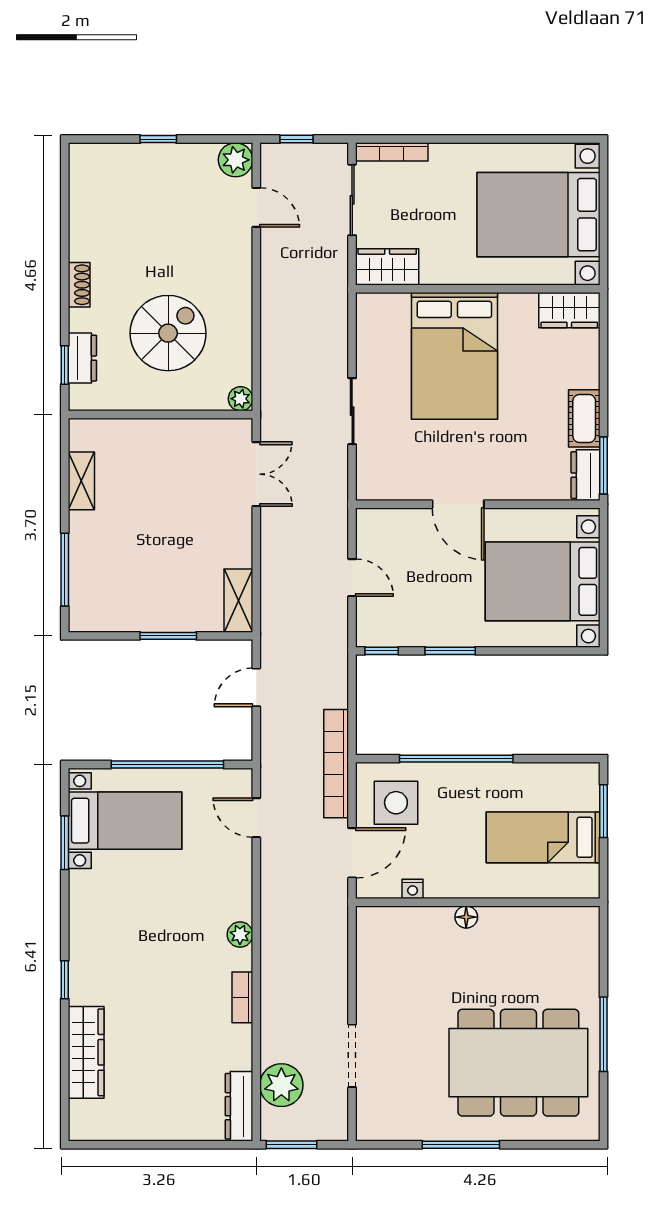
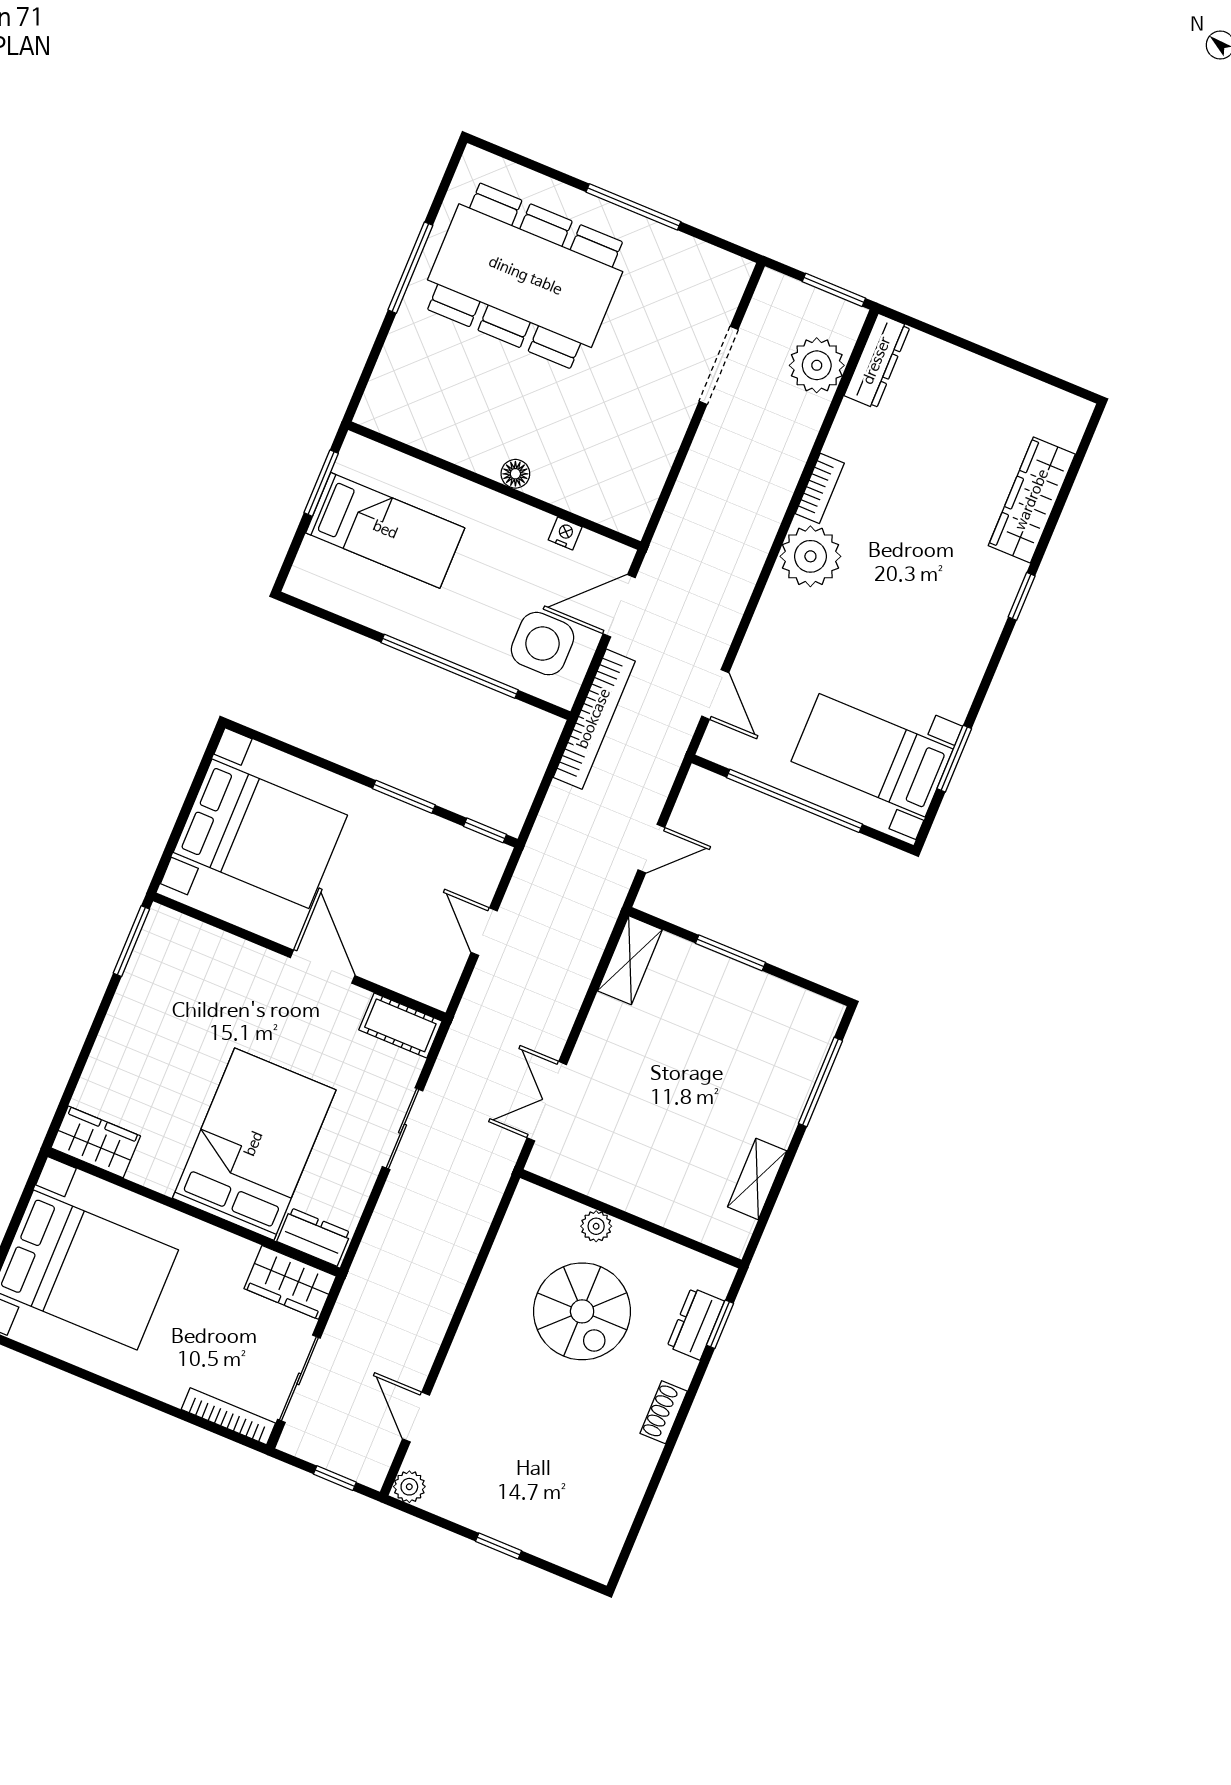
plant: (236, 160) -> (409, 1487), width x0.73, depth x0.73
spiral stairs: (168, 333) -> (582, 1311), turned -90
plant: (241, 399) -> (596, 1226), moved
cot: (584, 418) -> (400, 1025), moved, turned 90
dresser: (586, 475) -> (314, 1237), moved, turned -90
window: (603, 811) -> (321, 483), moved
plant: (240, 934) -> (810, 556), width x1.88, depth x1.88

